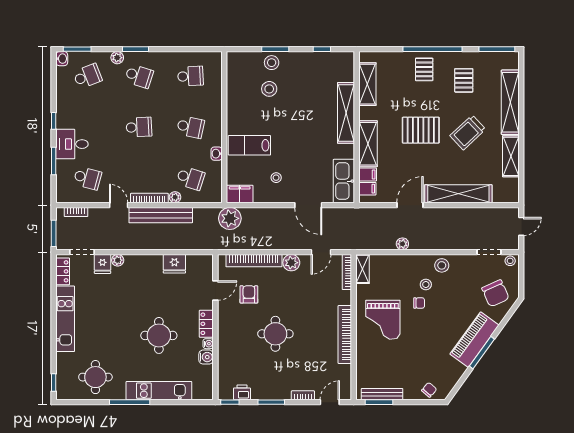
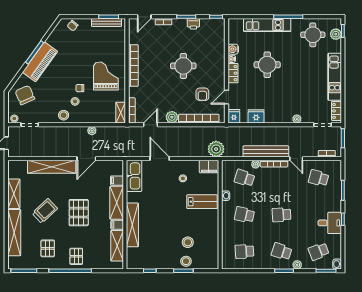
pallet: (421, 130) -> (79, 213), turned 90
desk: (72, 144) -> (330, 223), moved
filing cabinet: (367, 189) -> (117, 225), moved
fridge: (102, 264) -> (234, 116), moved
plant: (64, 378) -> (336, 34), added
printer: (242, 392) -> (193, 24), moved

